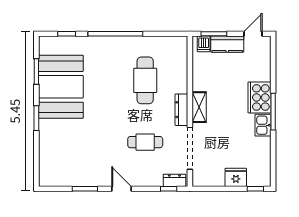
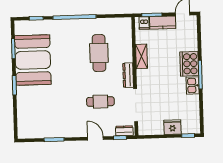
shelving: (199, 107) -> (141, 56), moved
door: (121, 189) -> (95, 138), moved

